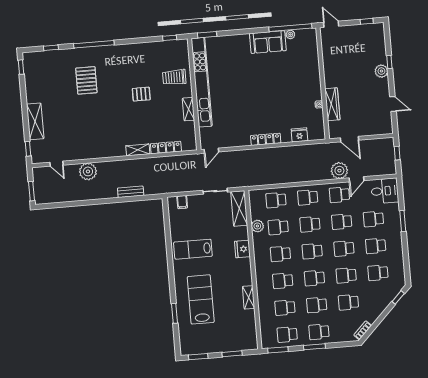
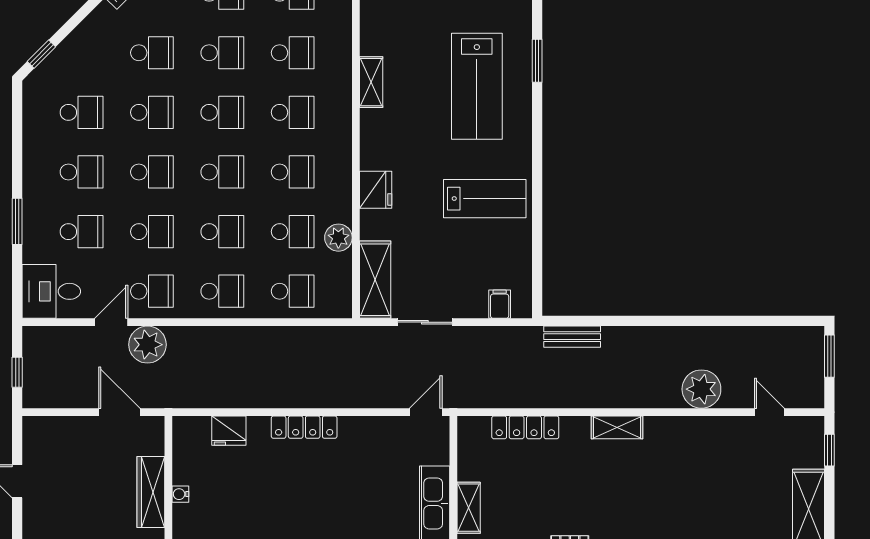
shelving: (138, 150) -> (617, 427), moved
bench: (131, 192) -> (572, 337), moved

